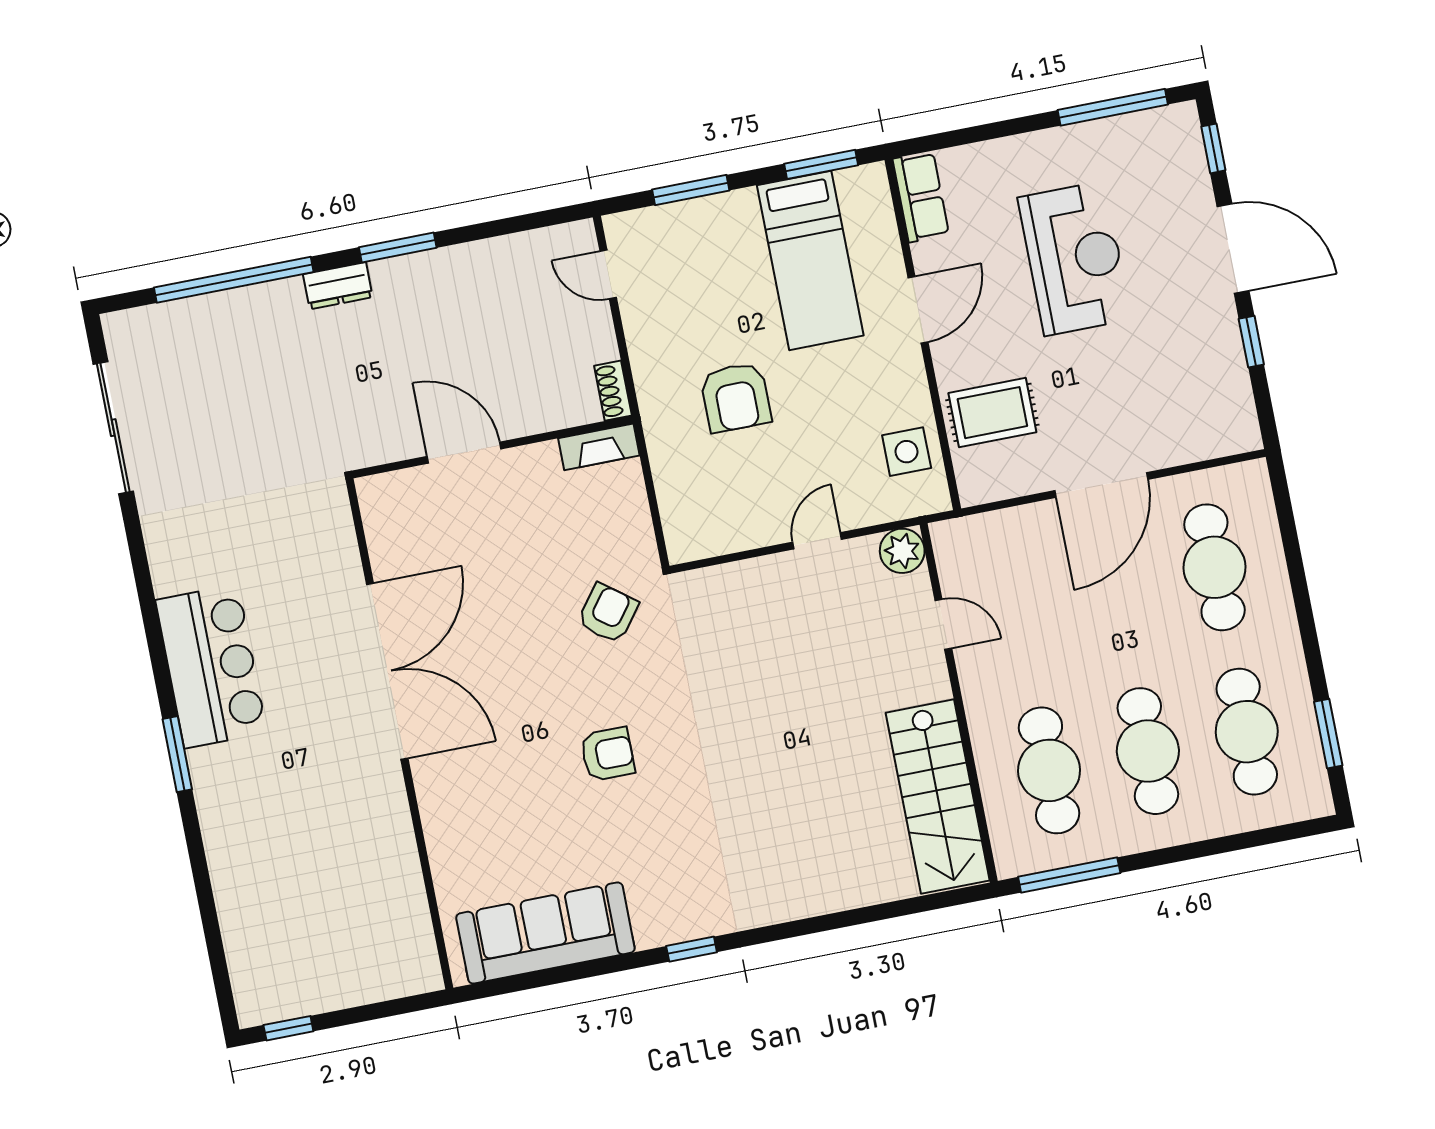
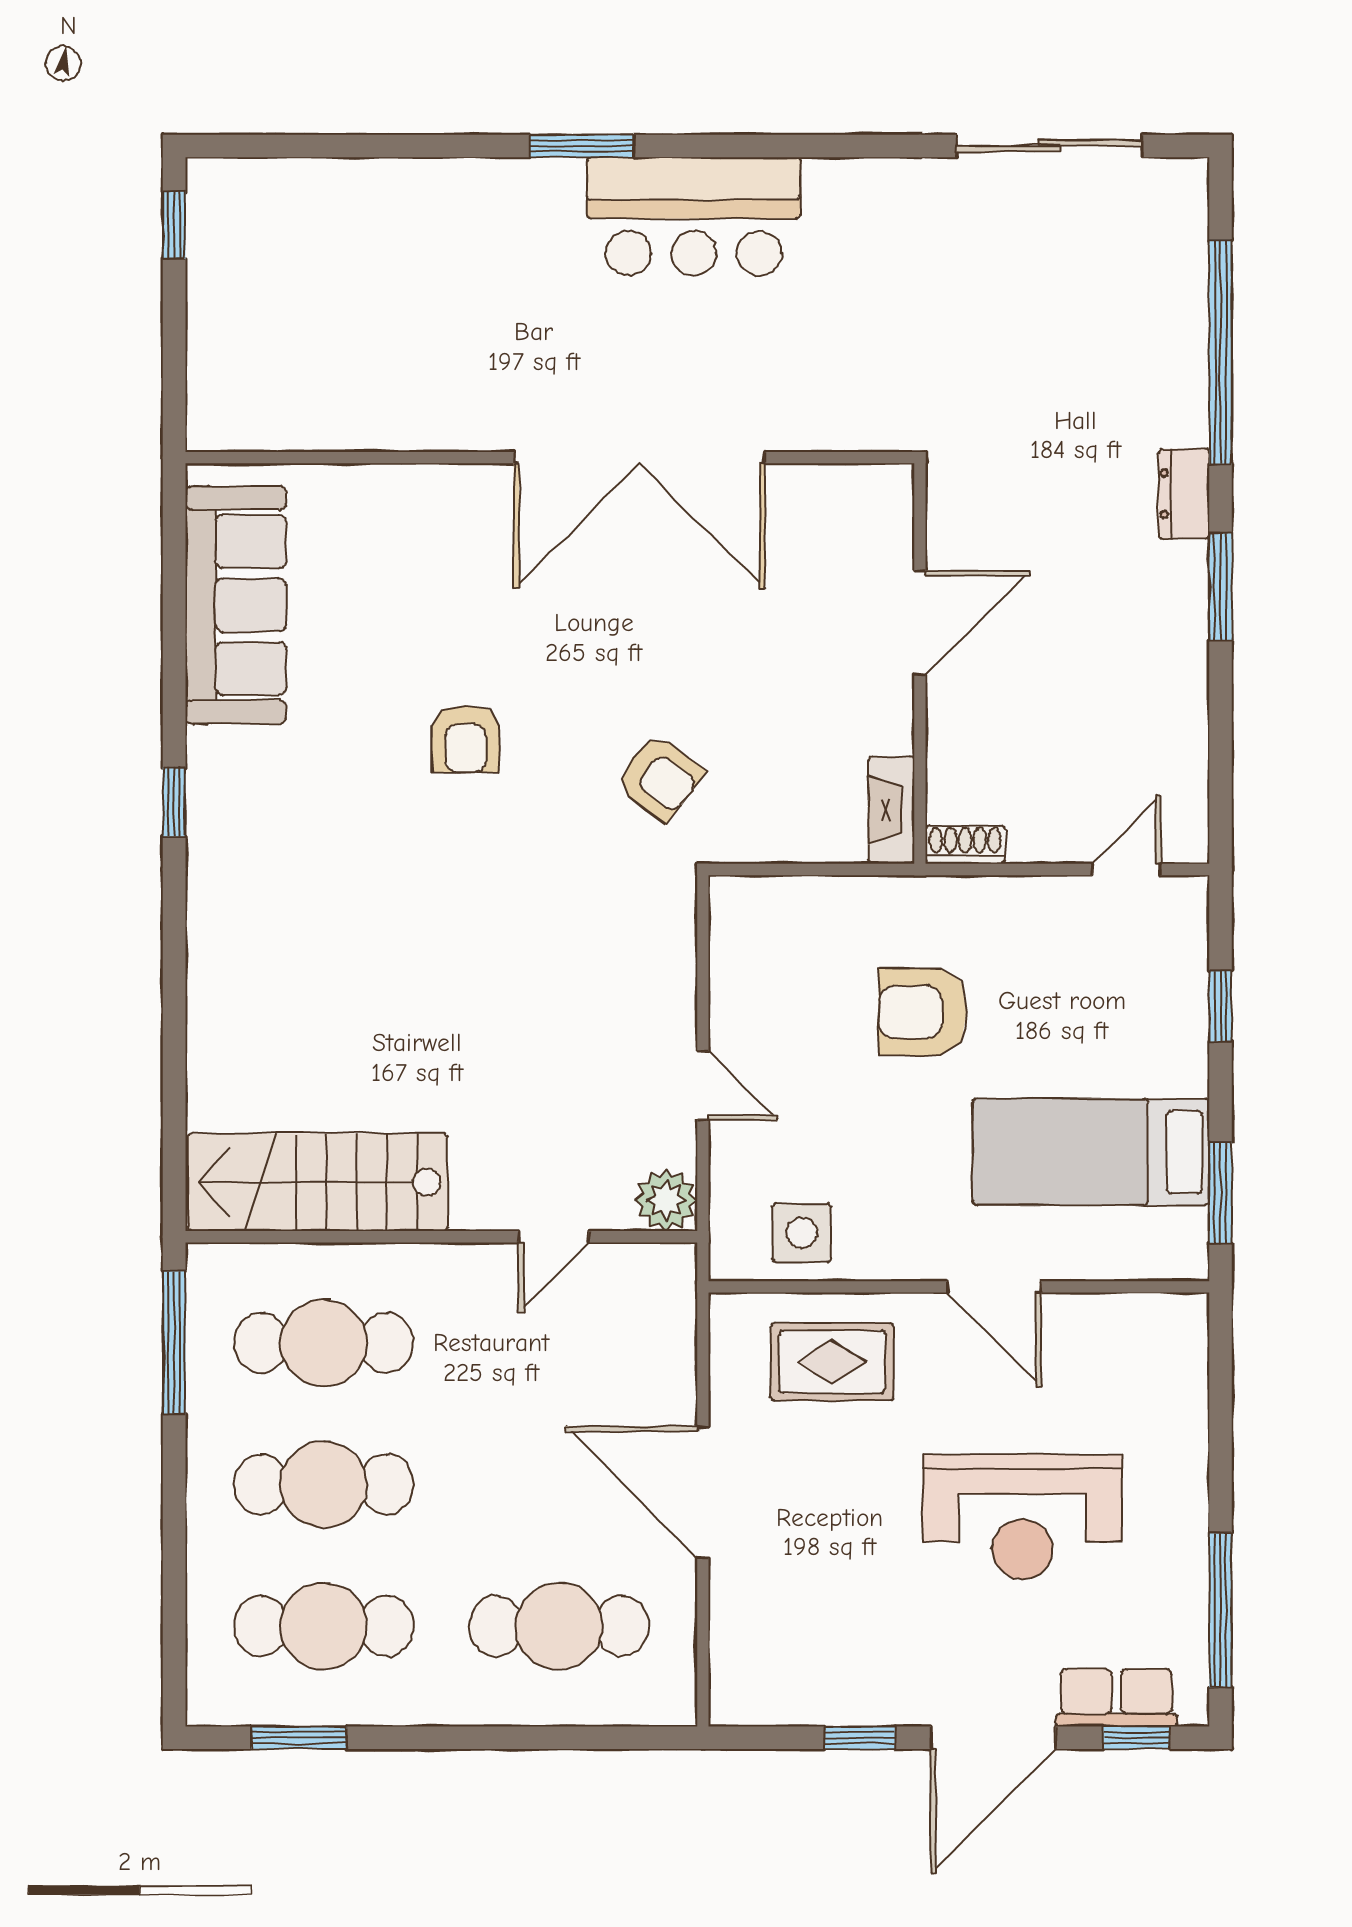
window: (691, 190) -> (1220, 1006), width x0.67
row of seats: (921, 197) -> (1116, 1698), moved, turned 180
rug: (992, 413) -> (832, 1362), turned 90

